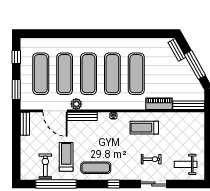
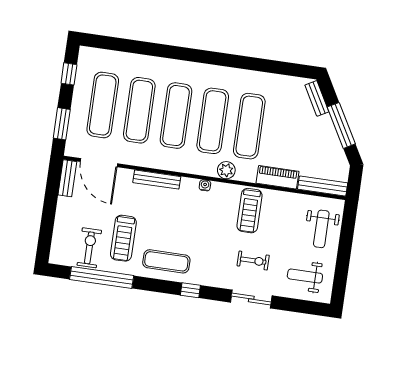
plant: (76, 104) -> (226, 170), moved
door: (55, 111) -> (99, 163), moved
treadmill: (144, 128) -> (250, 211), turned -90
weight bench: (192, 133) -> (321, 229), added
treadmill: (66, 157) -> (123, 238), turned 180

